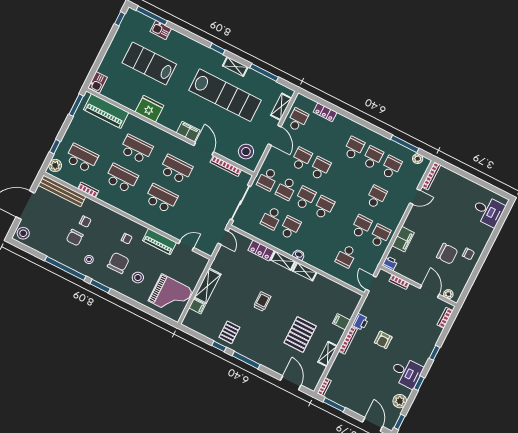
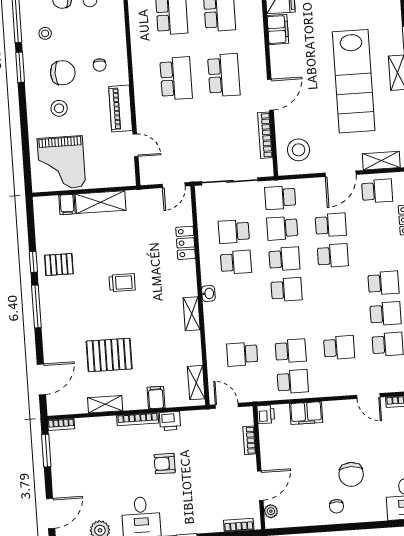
filing cabinet: (188, 132) -> (278, 29), moved
chair: (447, 254) -> (351, 474), moved
shelving: (283, 261) -> (196, 383), moved
door: (371, 283) -> (227, 406), hinge flipped

